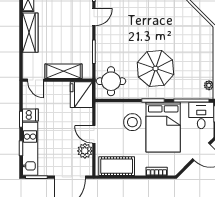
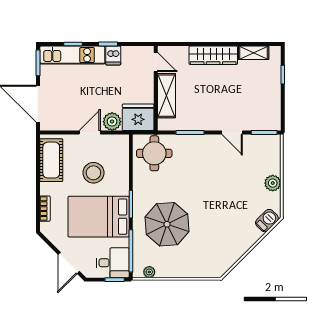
parasol: (155, 69) -> (167, 224), moved
door: (36, 80) -> (156, 62), swing flipped
stool: (132, 122) -> (93, 173), moved
plant: (85, 151) -> (112, 122), moved

